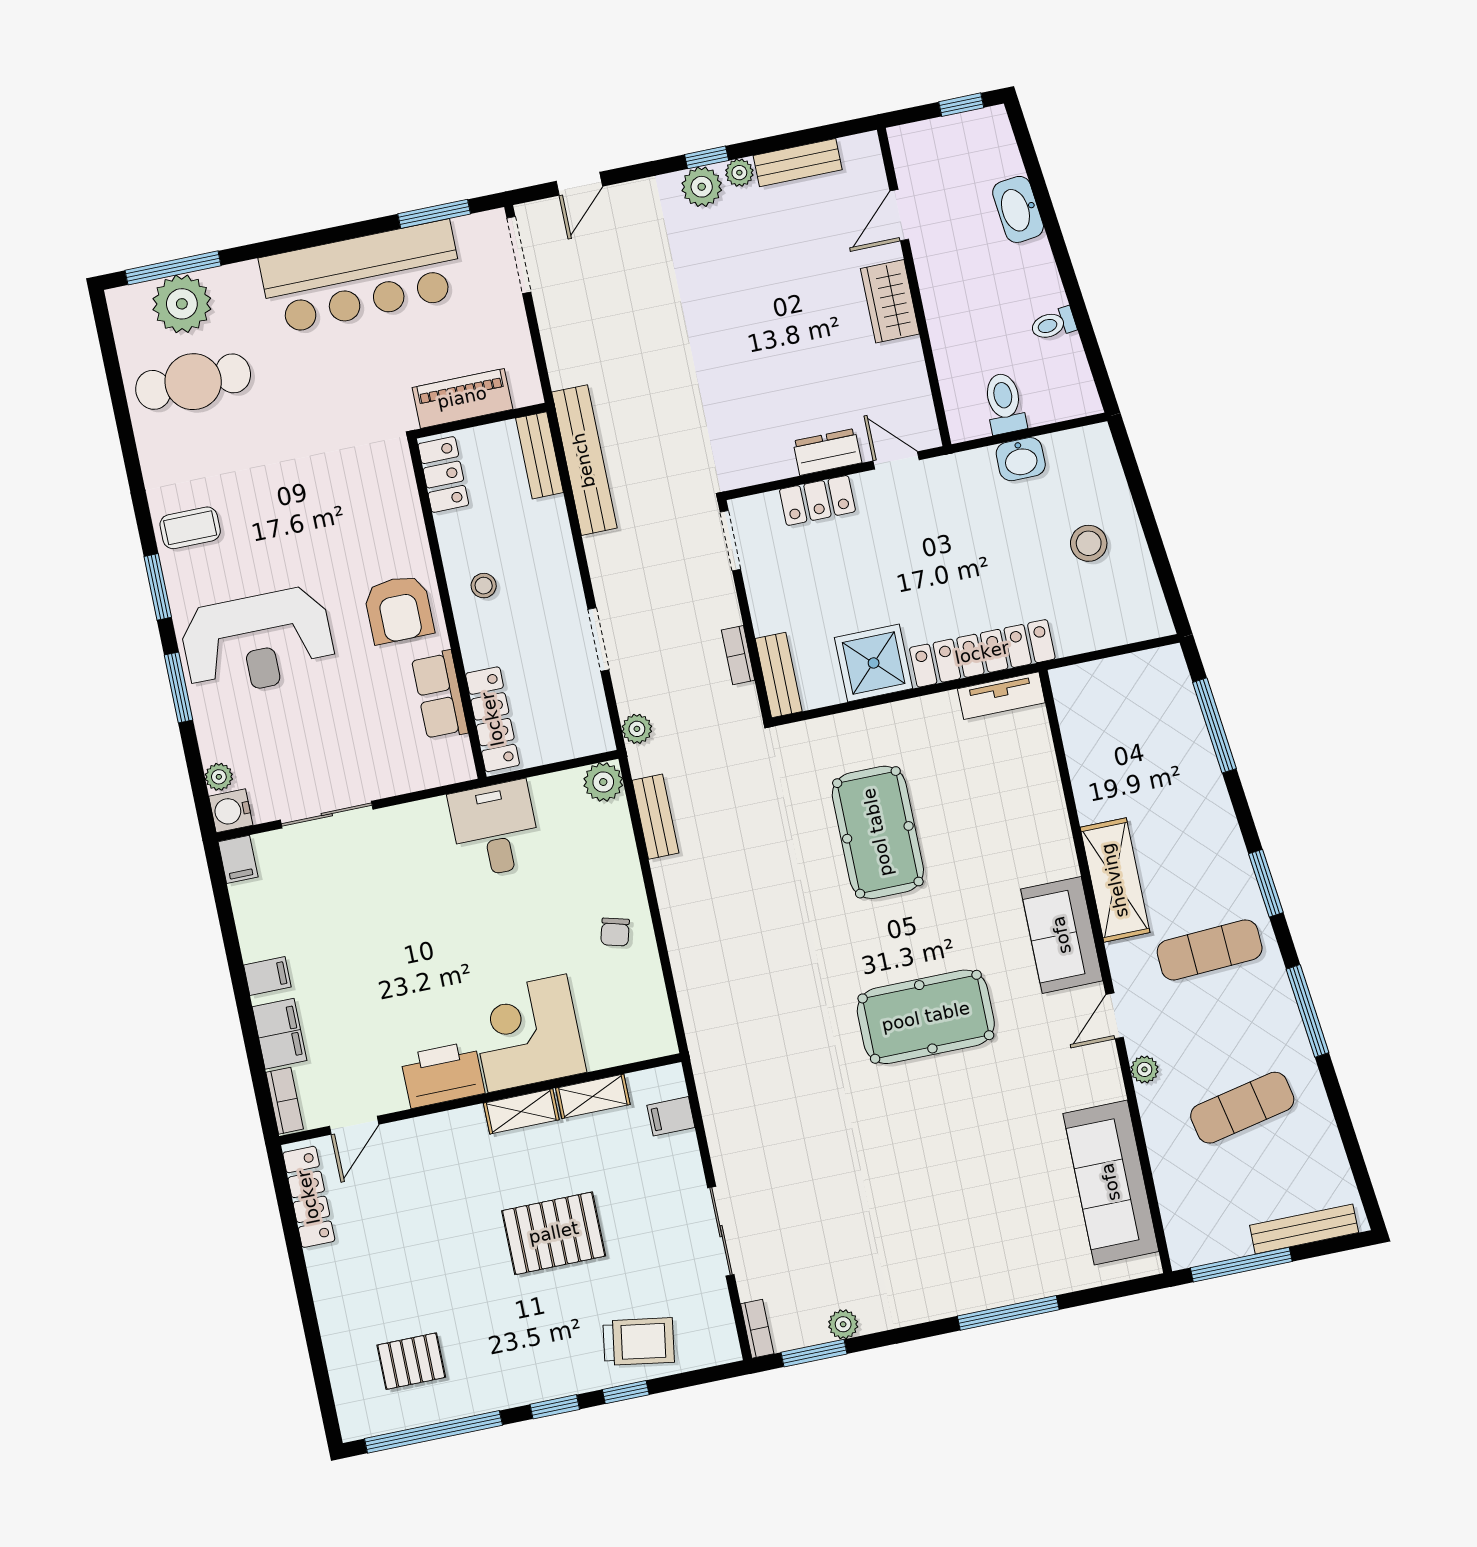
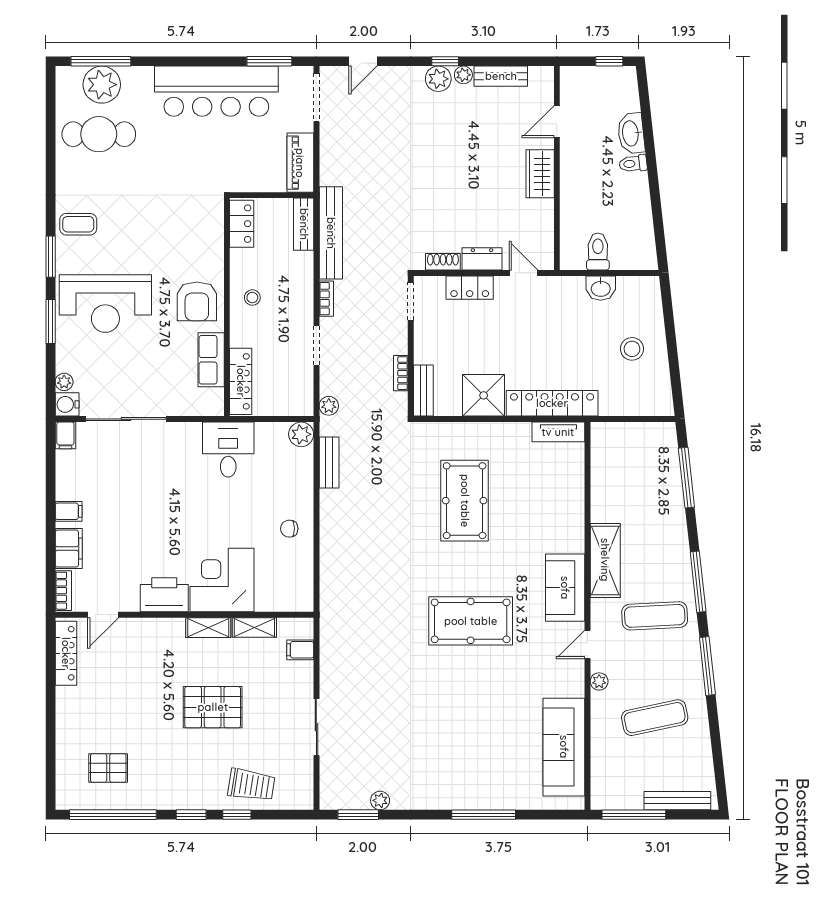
toilet: (1053, 324) -> (633, 164), moved
piano: (462, 398) -> (300, 163), moved, turned -90
shoe rack: (768, 469) -> (443, 262), added
sliding door: (327, 815) -> (126, 419), width x1.37
window: (1266, 883) -> (698, 582), width x1.44
chair: (615, 932) -> (289, 529), turned 75
bookcase: (757, 1329) -> (326, 299), moved

